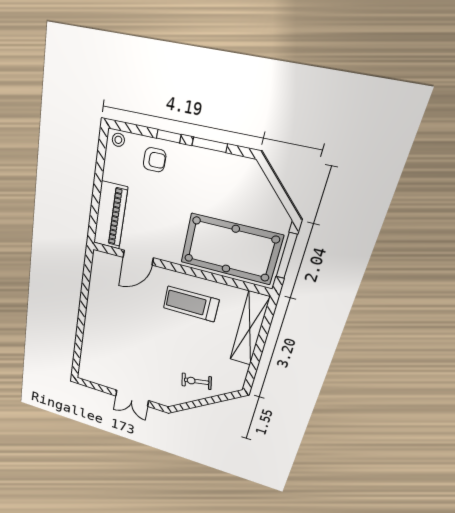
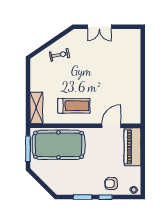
shelving: (250, 329) -> (36, 108), width x0.68
double door: (132, 398) -> (99, 27), swing flipped

